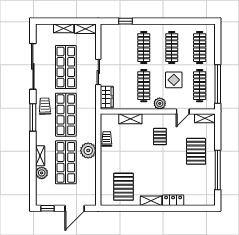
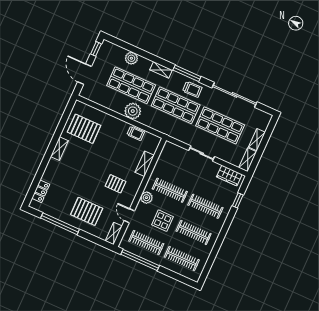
wardrobe: (107, 97) -> (229, 176), moved
shelving: (40, 156) -> (161, 70), moved
locker: (173, 200) -> (41, 191), moved

